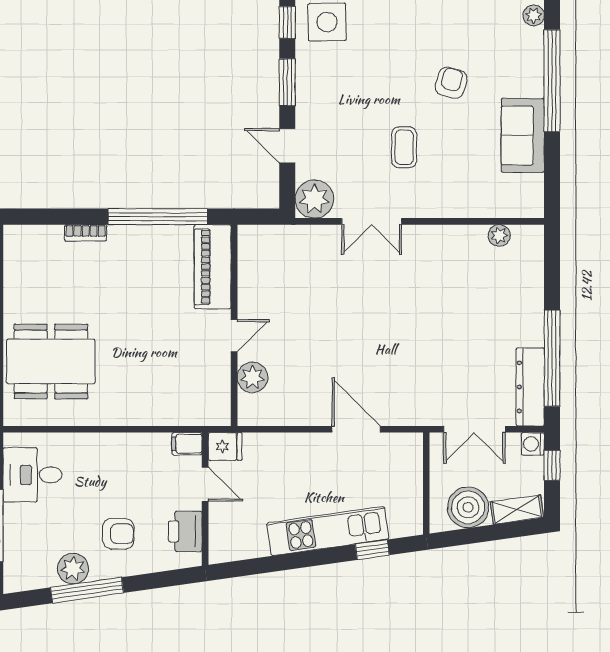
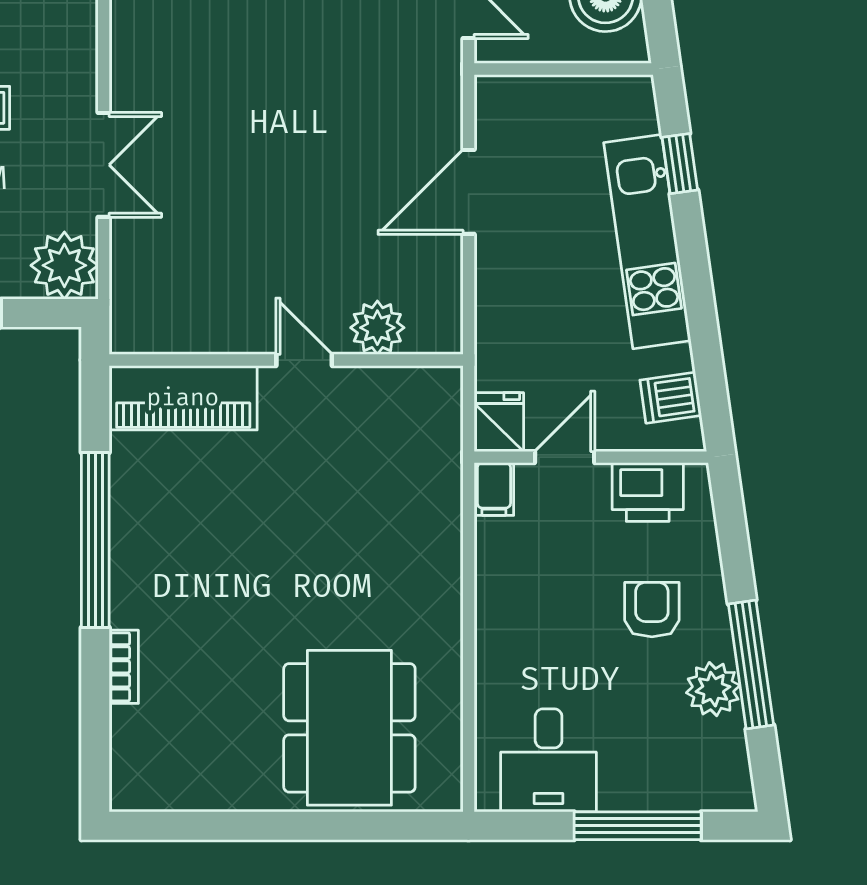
piano: (213, 267) -> (183, 398), moved
wall: (234, 325) -> (286, 360), moved
door: (234, 336) -> (304, 360), moved
plant: (253, 377) -> (377, 328), moved
dishwasher: (239, 544) -> (671, 398), added

